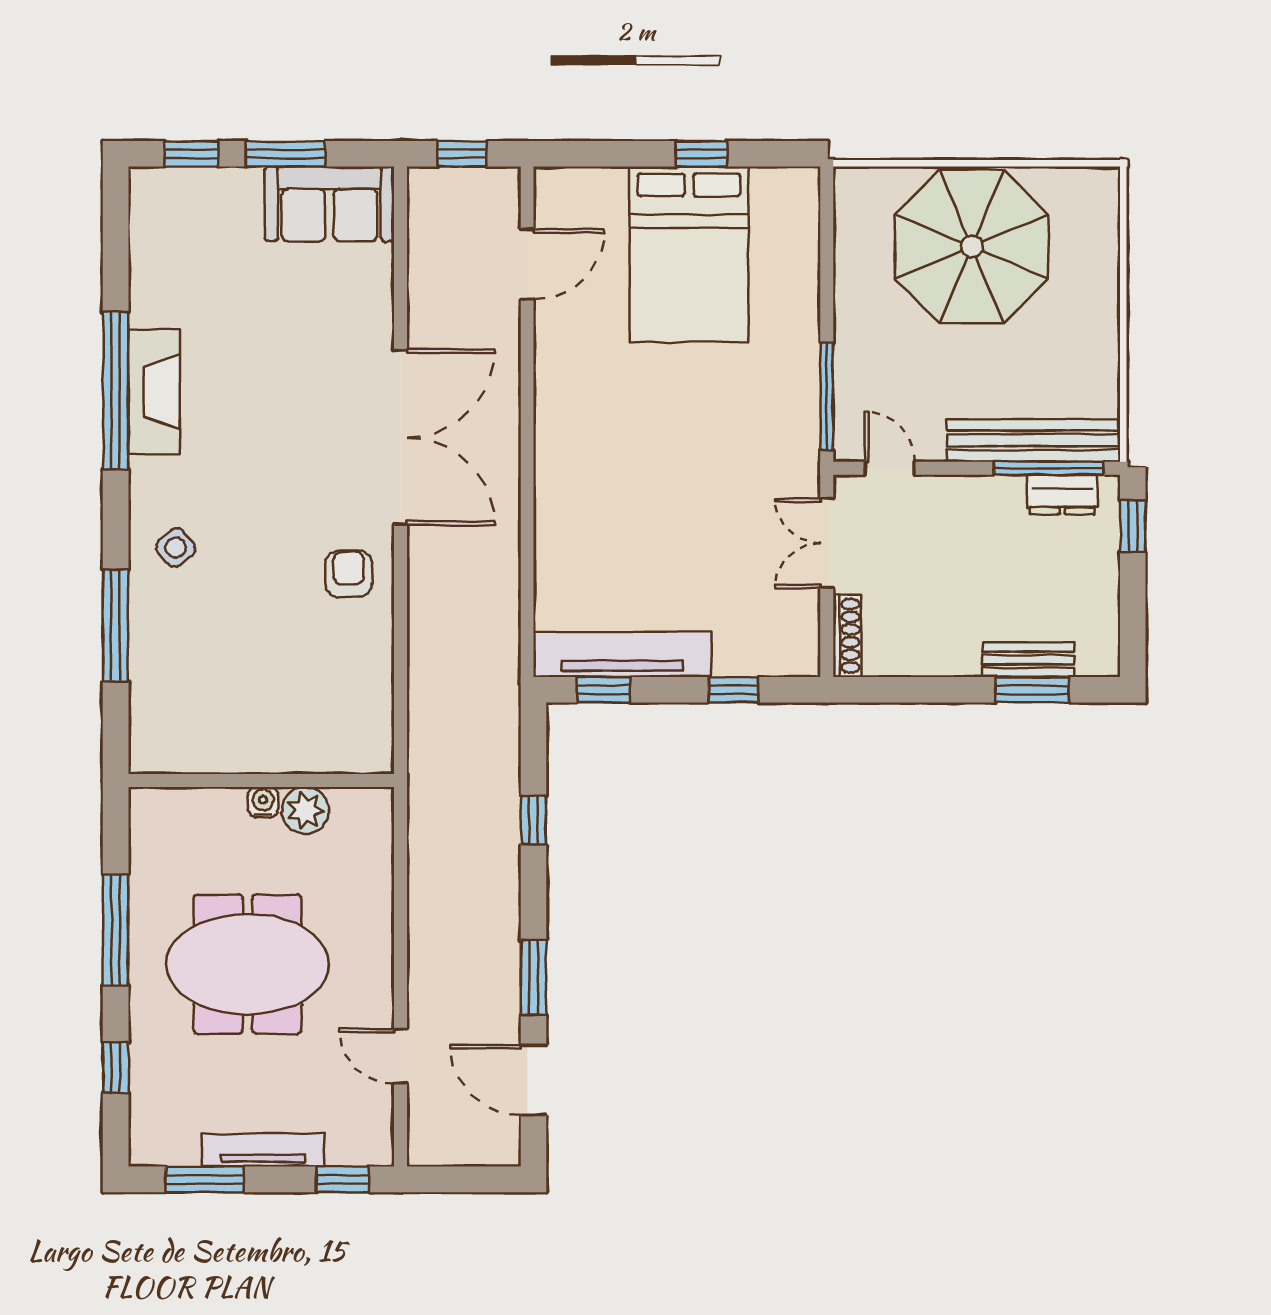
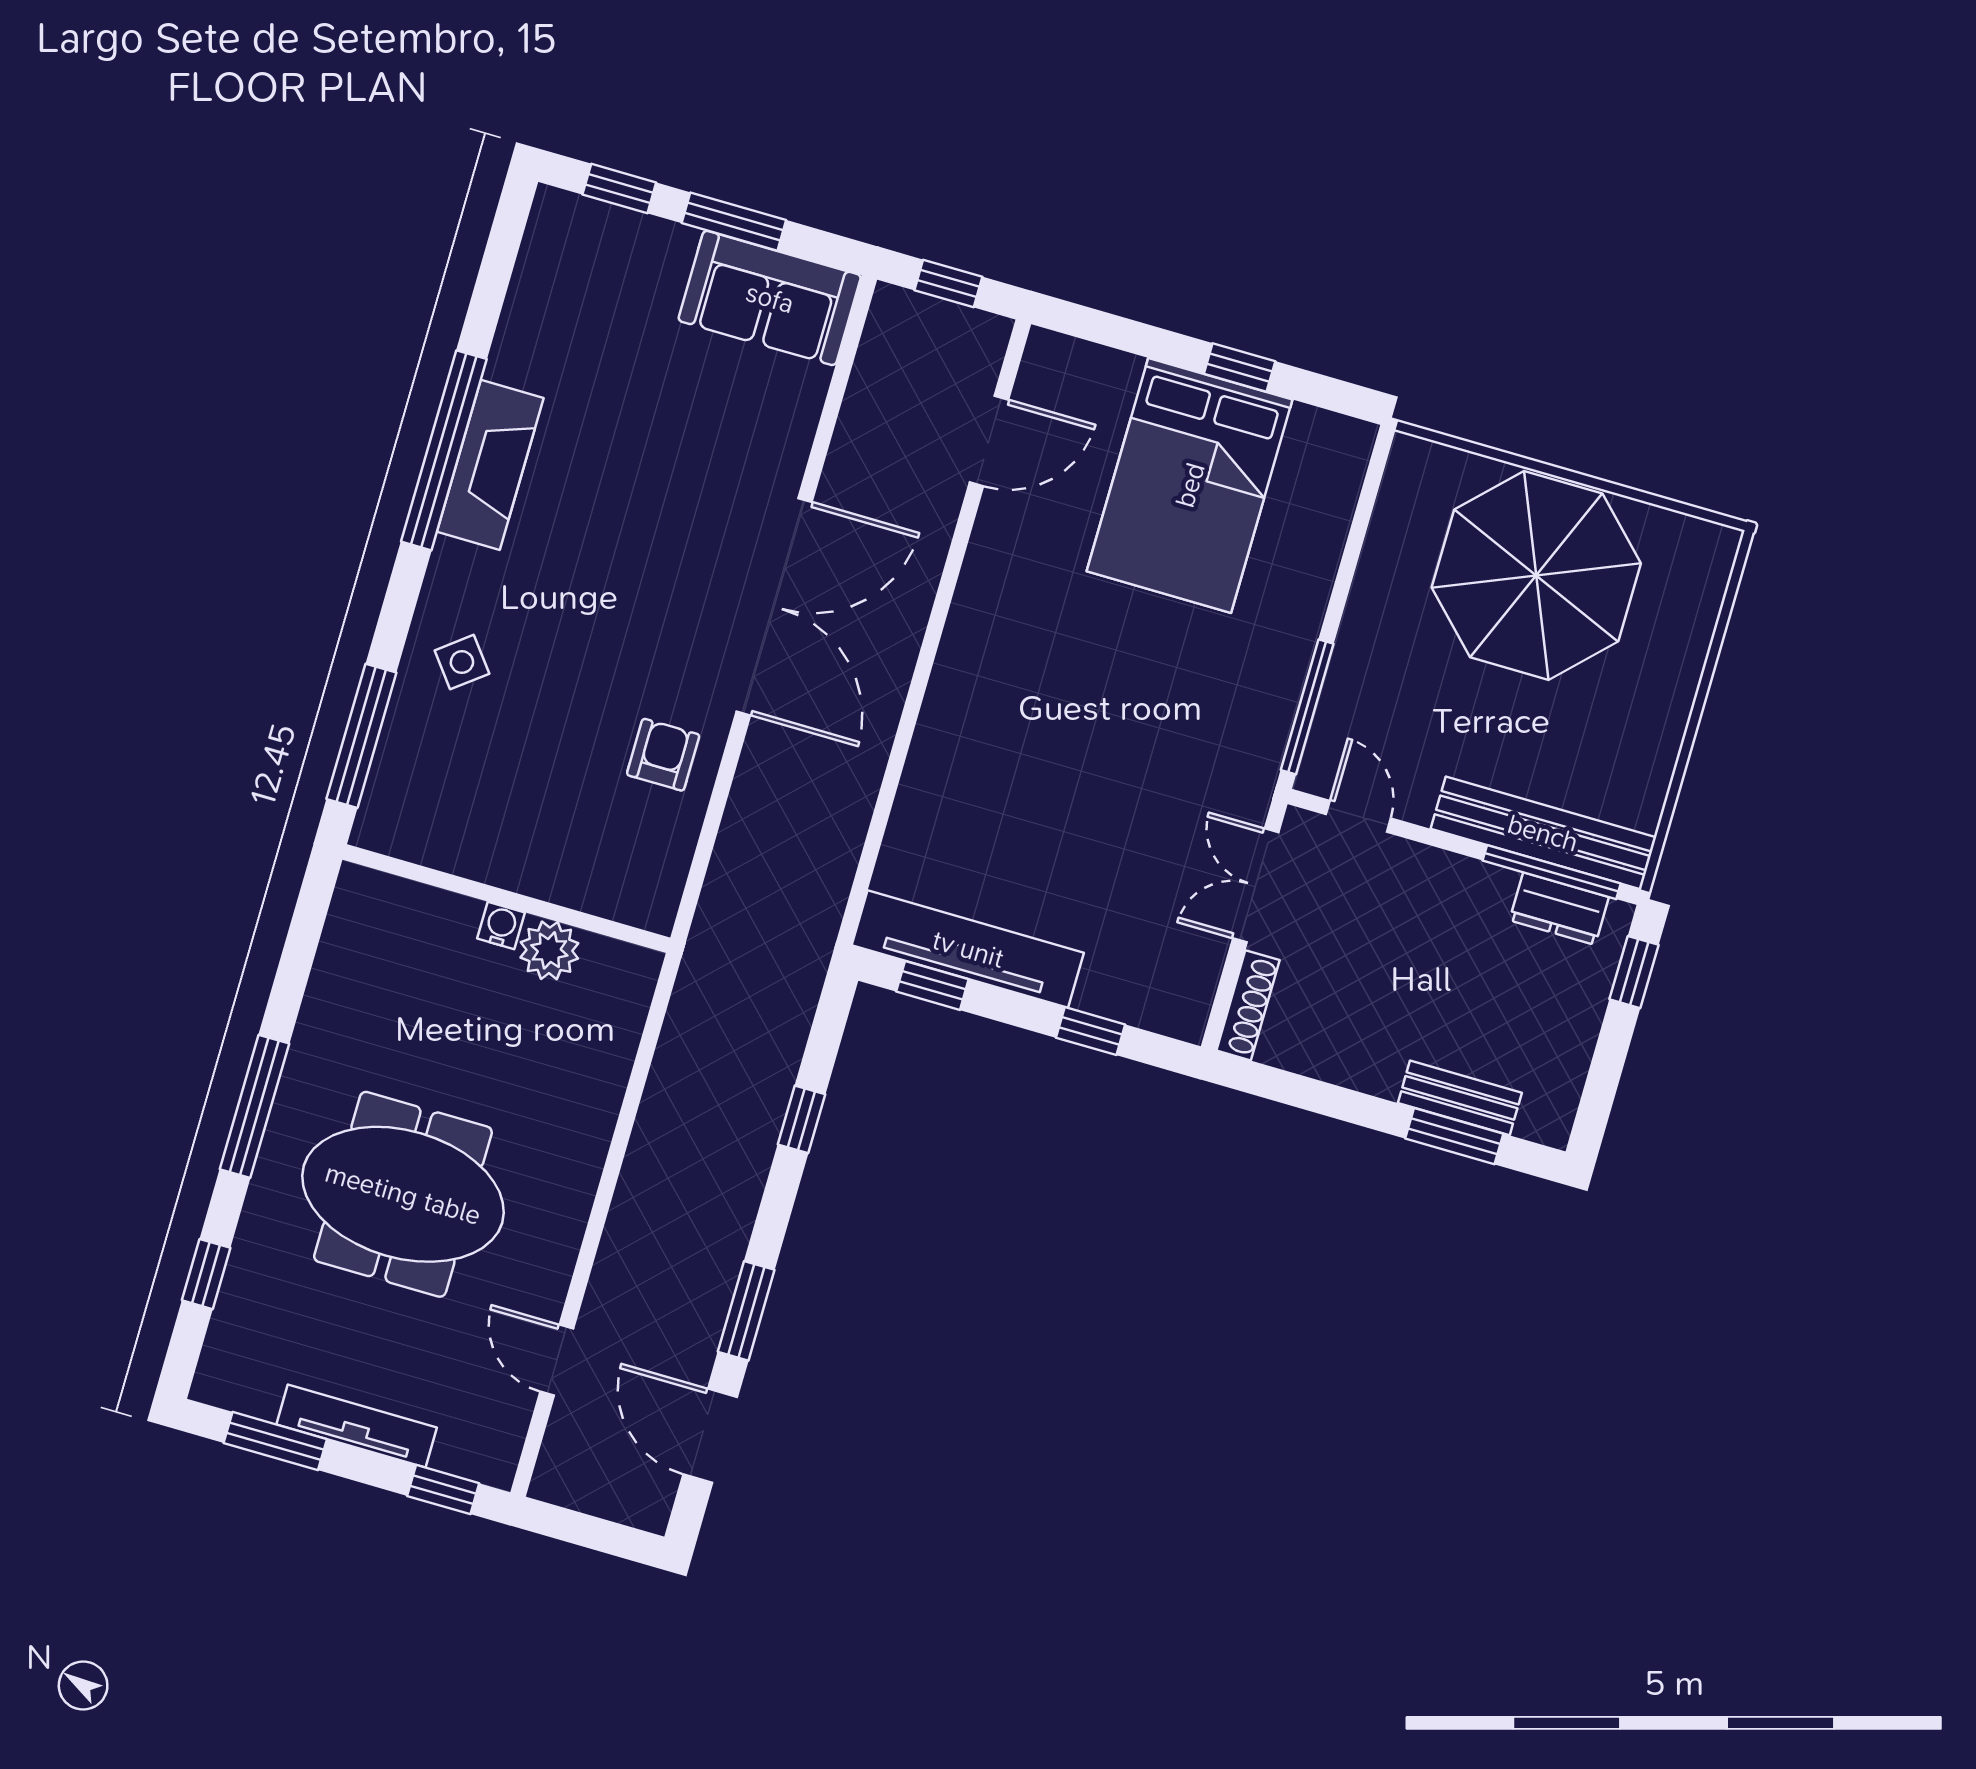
wall: (261, 781) -> (506, 899), moved
water cooler: (263, 802) -> (501, 925), moved
plant: (305, 810) -> (549, 950), moved

